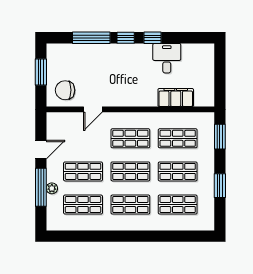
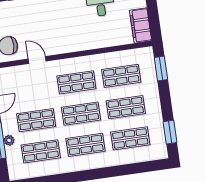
filing cabinet: (176, 98) -> (141, 25), moved, turned -90
door: (93, 109) -> (37, 60), swing flipped
window: (220, 186) -> (170, 132), moved

